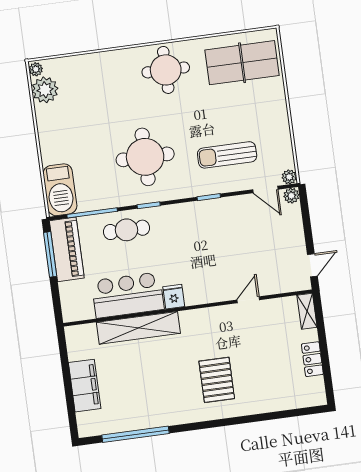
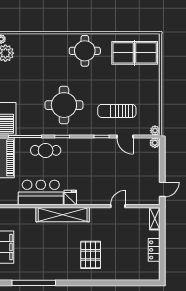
door: (265, 189) -> (125, 137), moved
shelving: (138, 328) -> (63, 215), moved

